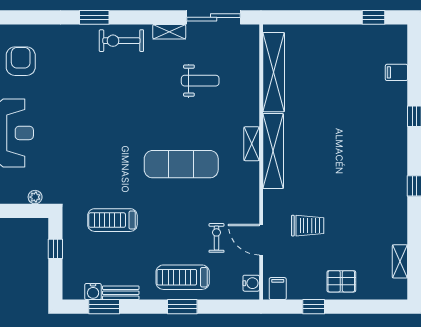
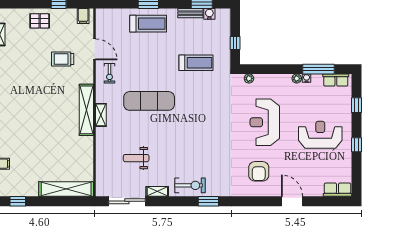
shelving: (274, 72) -> (66, 189), moved, turned 90
exercise bike: (217, 238) -> (109, 73), moved
water cooler: (251, 283) -> (101, 20), removed

